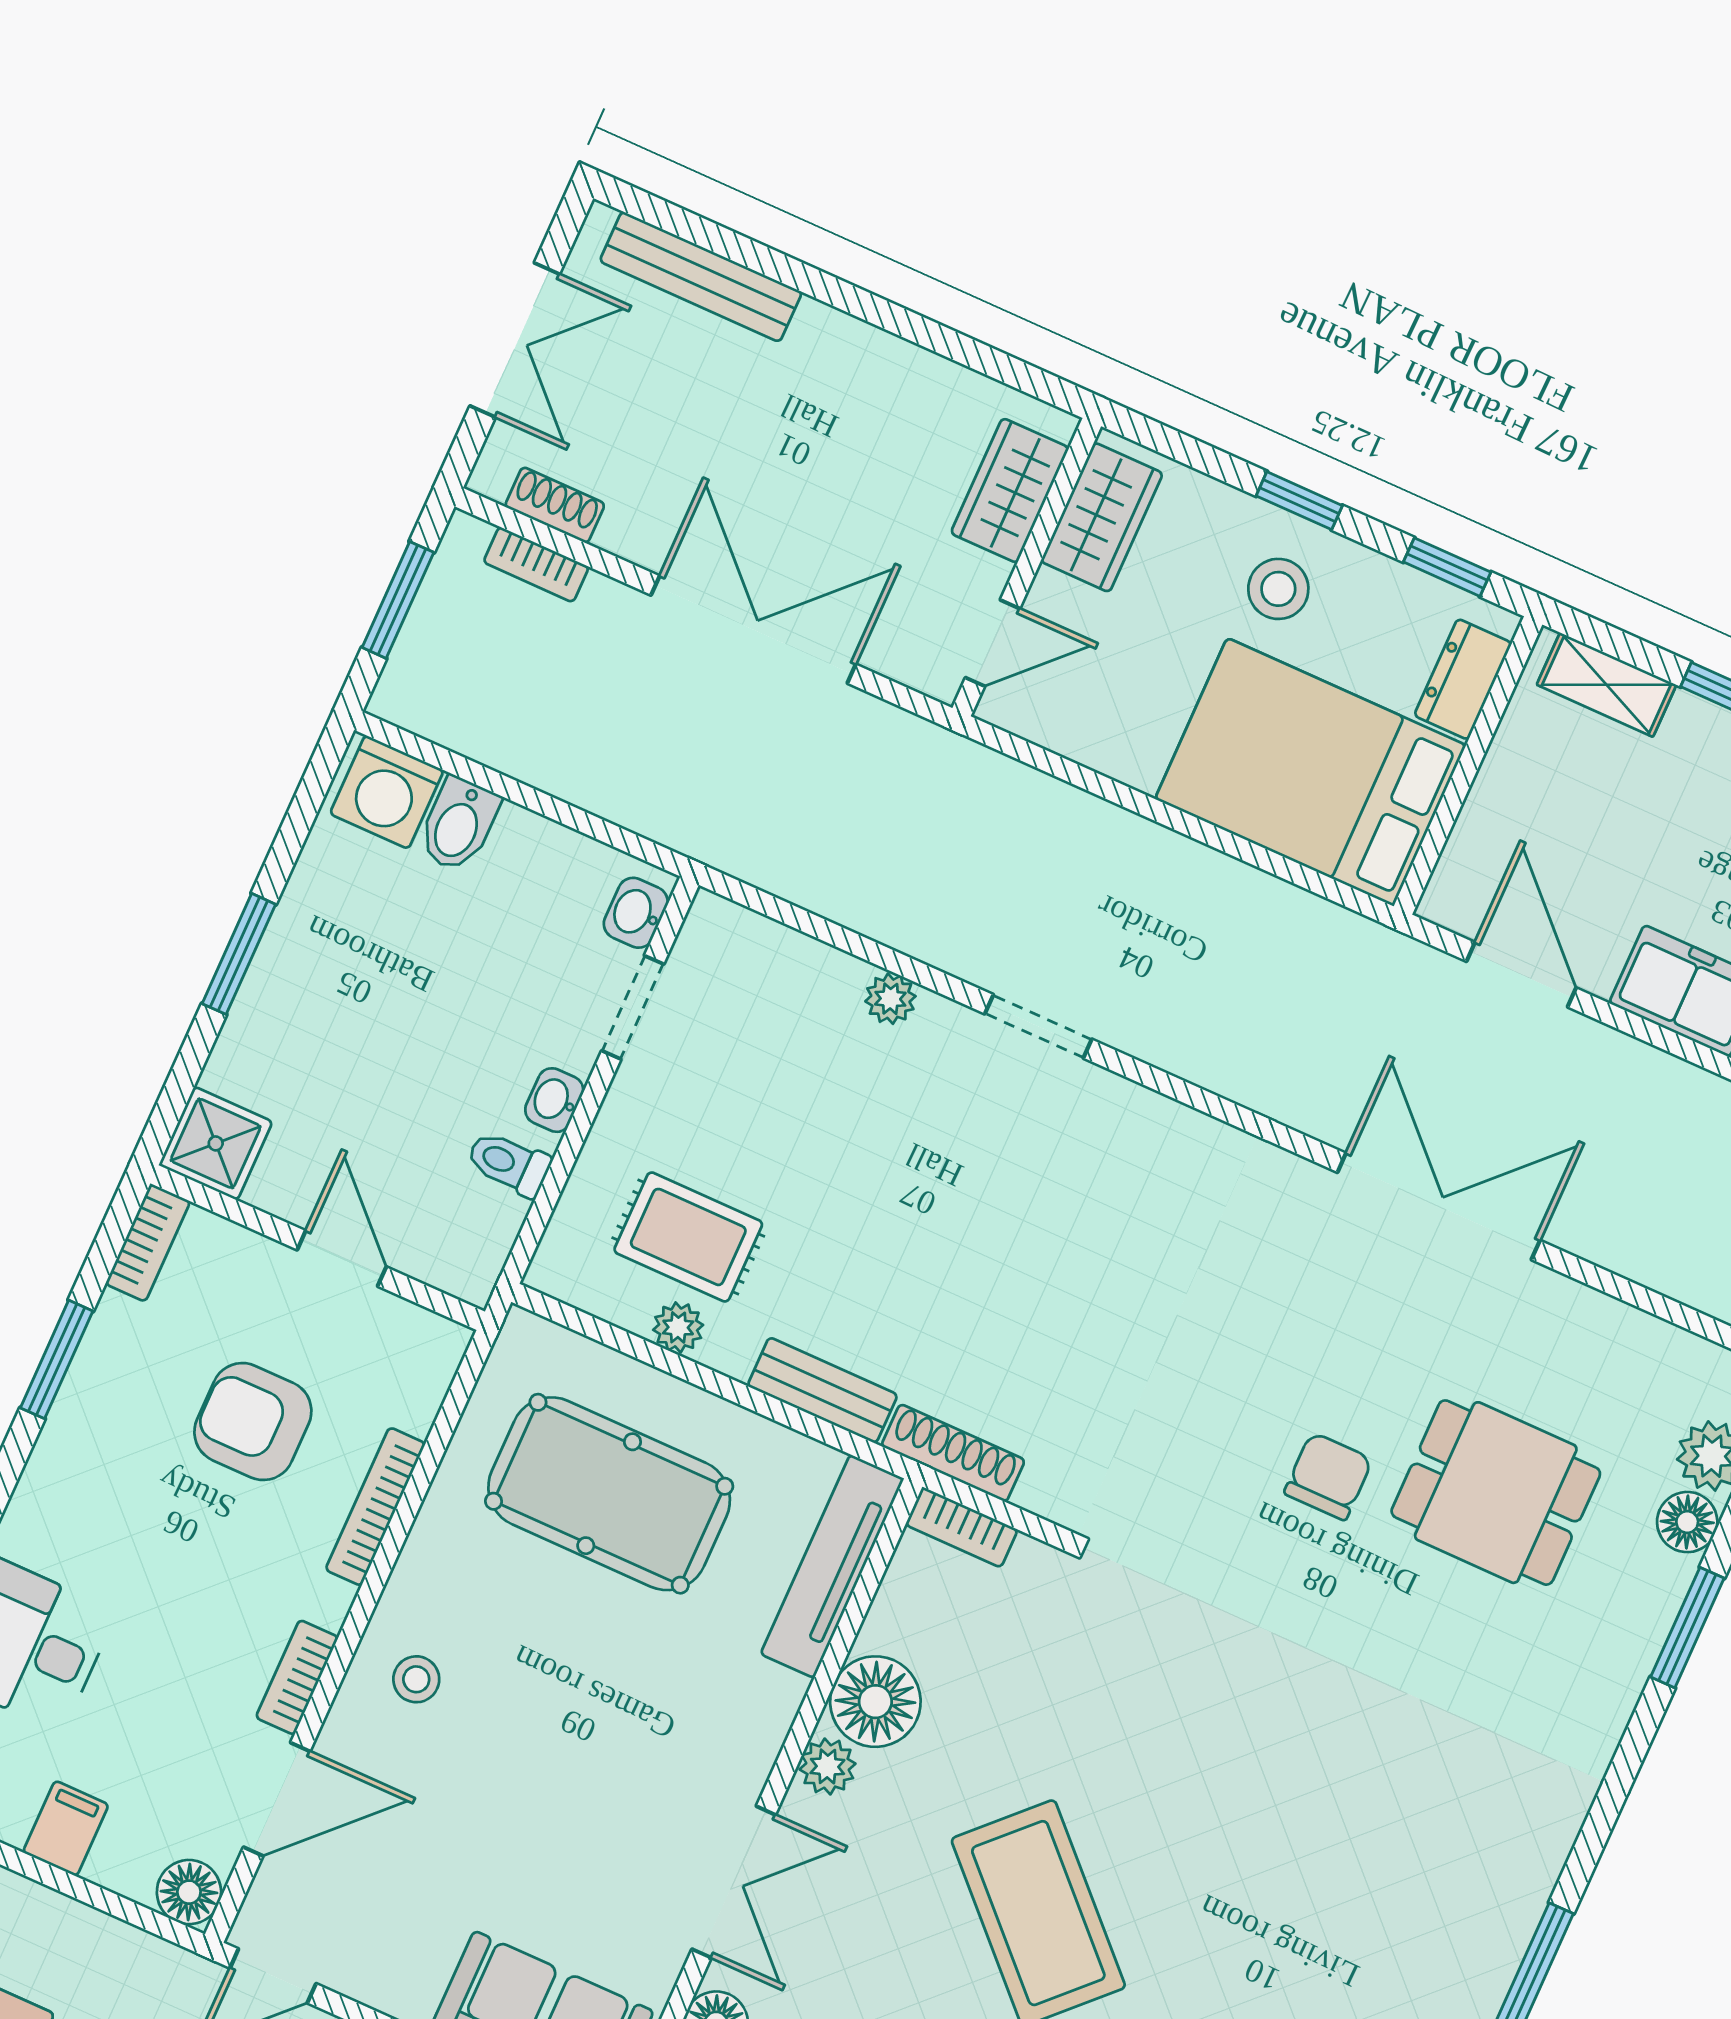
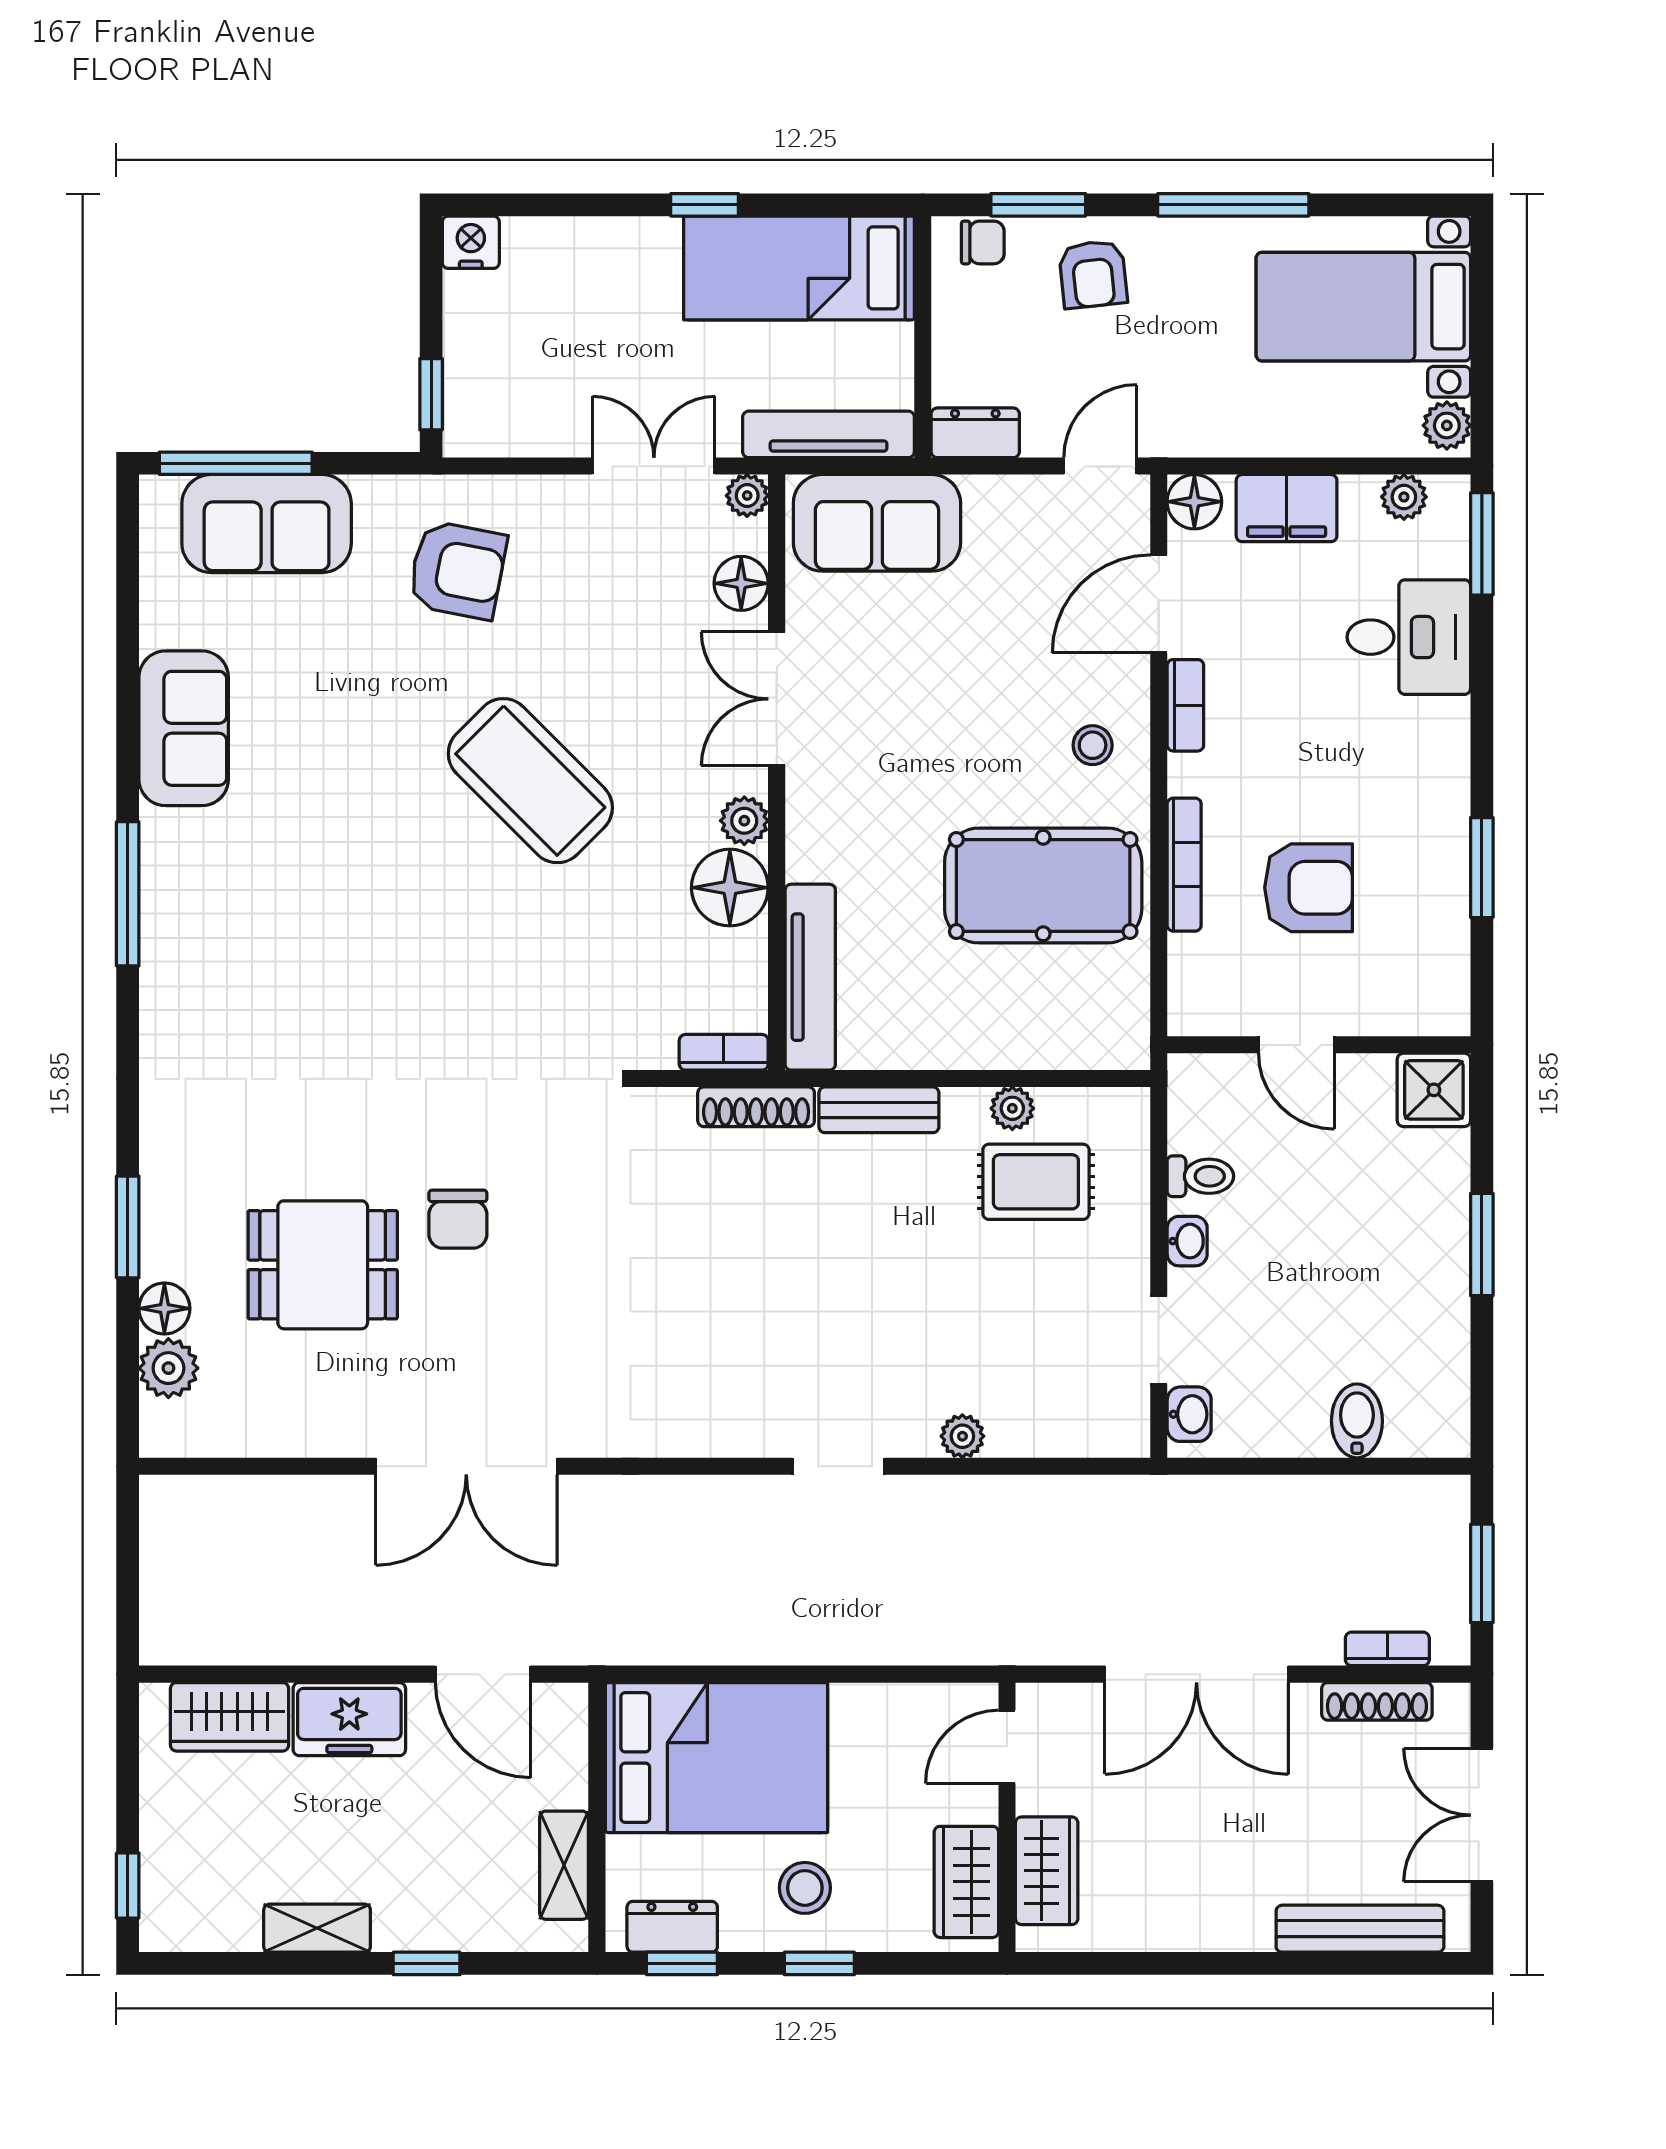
shoe rack: (555, 505) -> (1377, 1701), width x1.43
dresser: (1463, 679) -> (672, 1927), moved, turned -90
shelving: (1607, 685) -> (564, 1865), moved, turned 90
washing machine: (387, 792) -> (1424, 1421), removed
bookcase: (148, 1243) -> (1452, 990), removed
pool table: (609, 1494) -> (1043, 885), moved
filing cabinet: (66, 1828) -> (1287, 508), width x2.00

